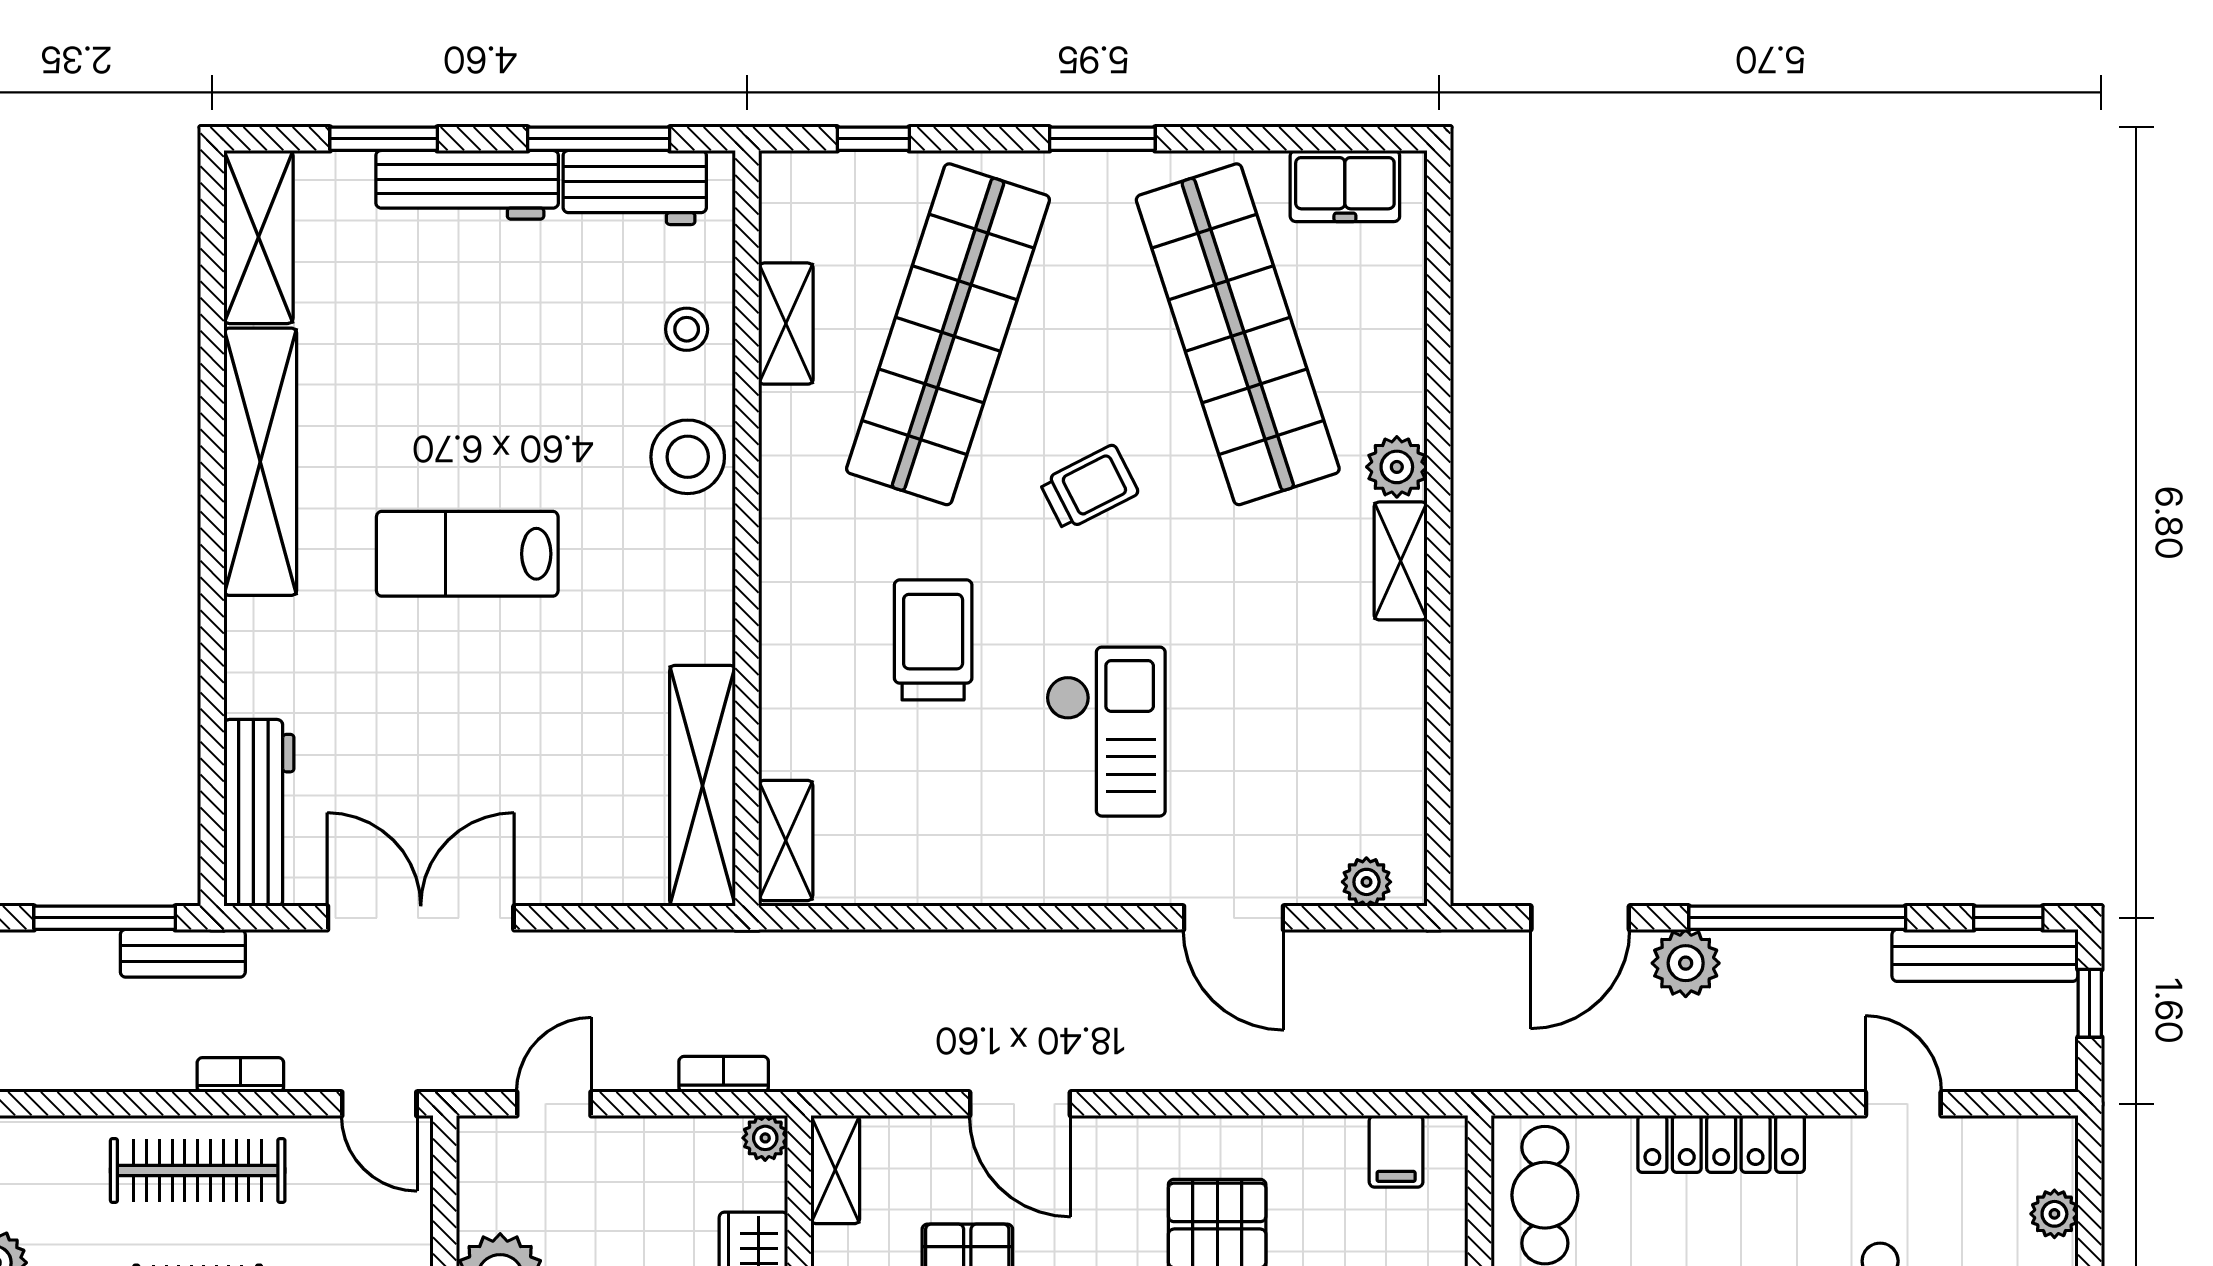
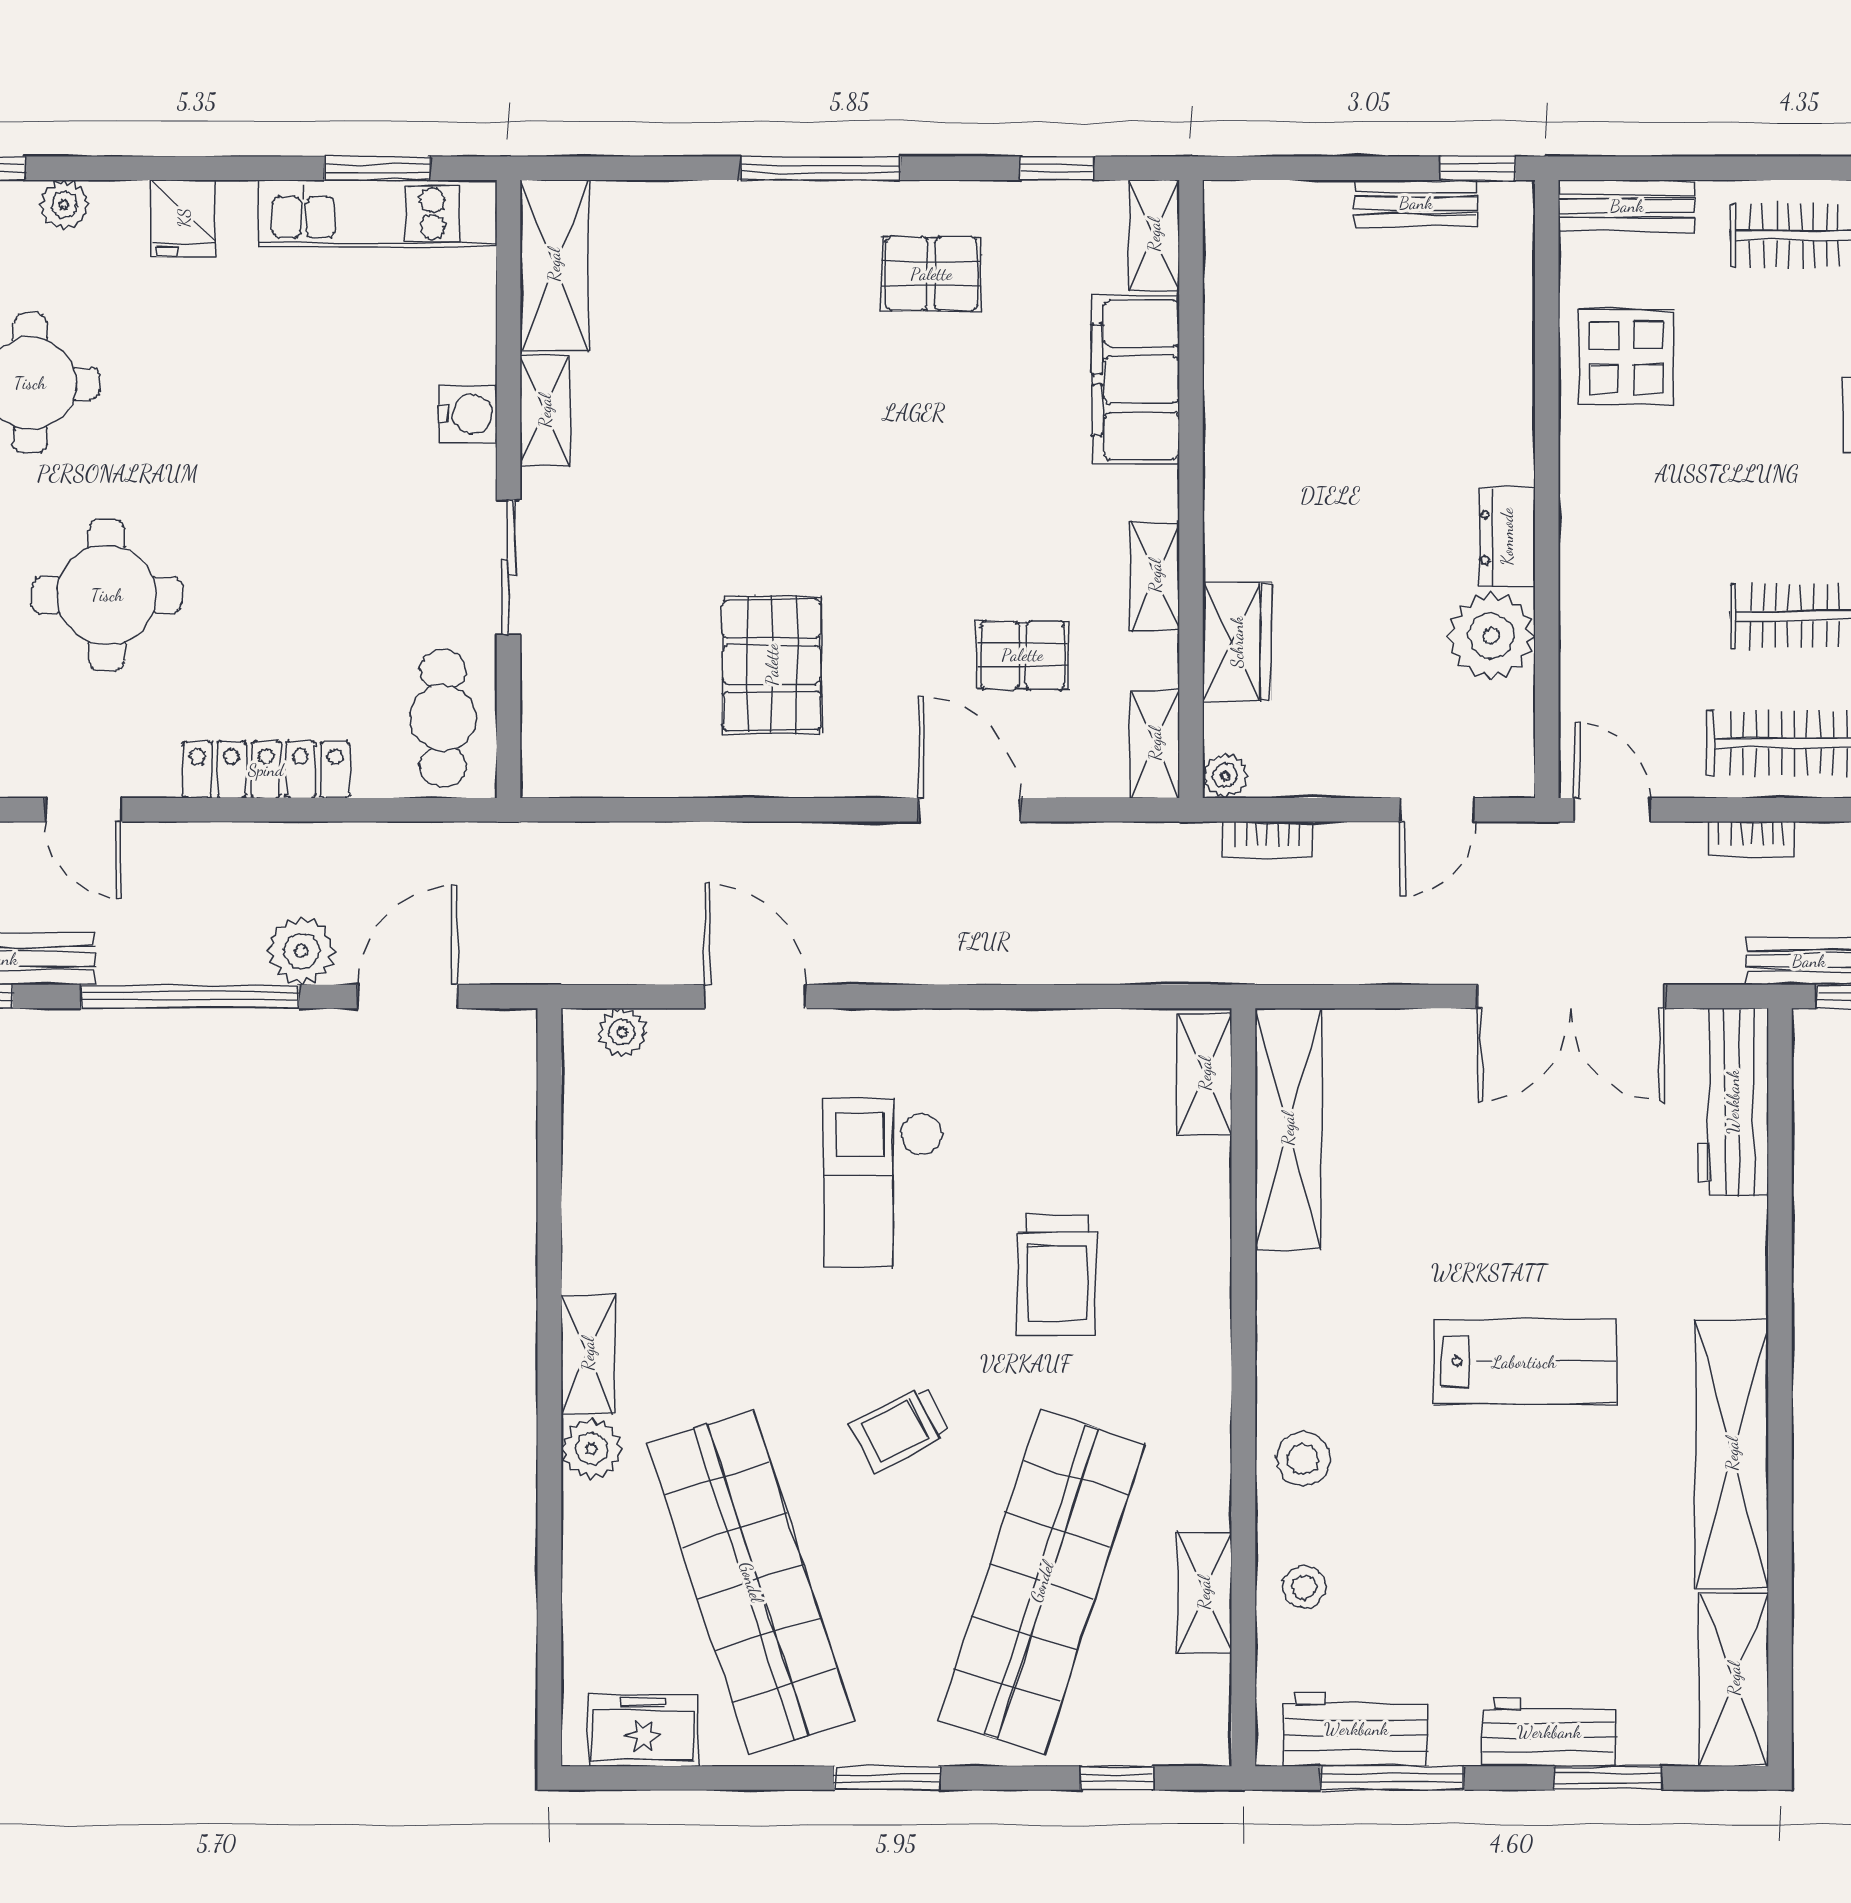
workbench: (467, 185) -> (1549, 1732), width x0.73
stool: (688, 457) -> (1303, 1459), width x0.73, depth x0.73
filing cabinet: (1396, 1151) -> (592, 762), removed

